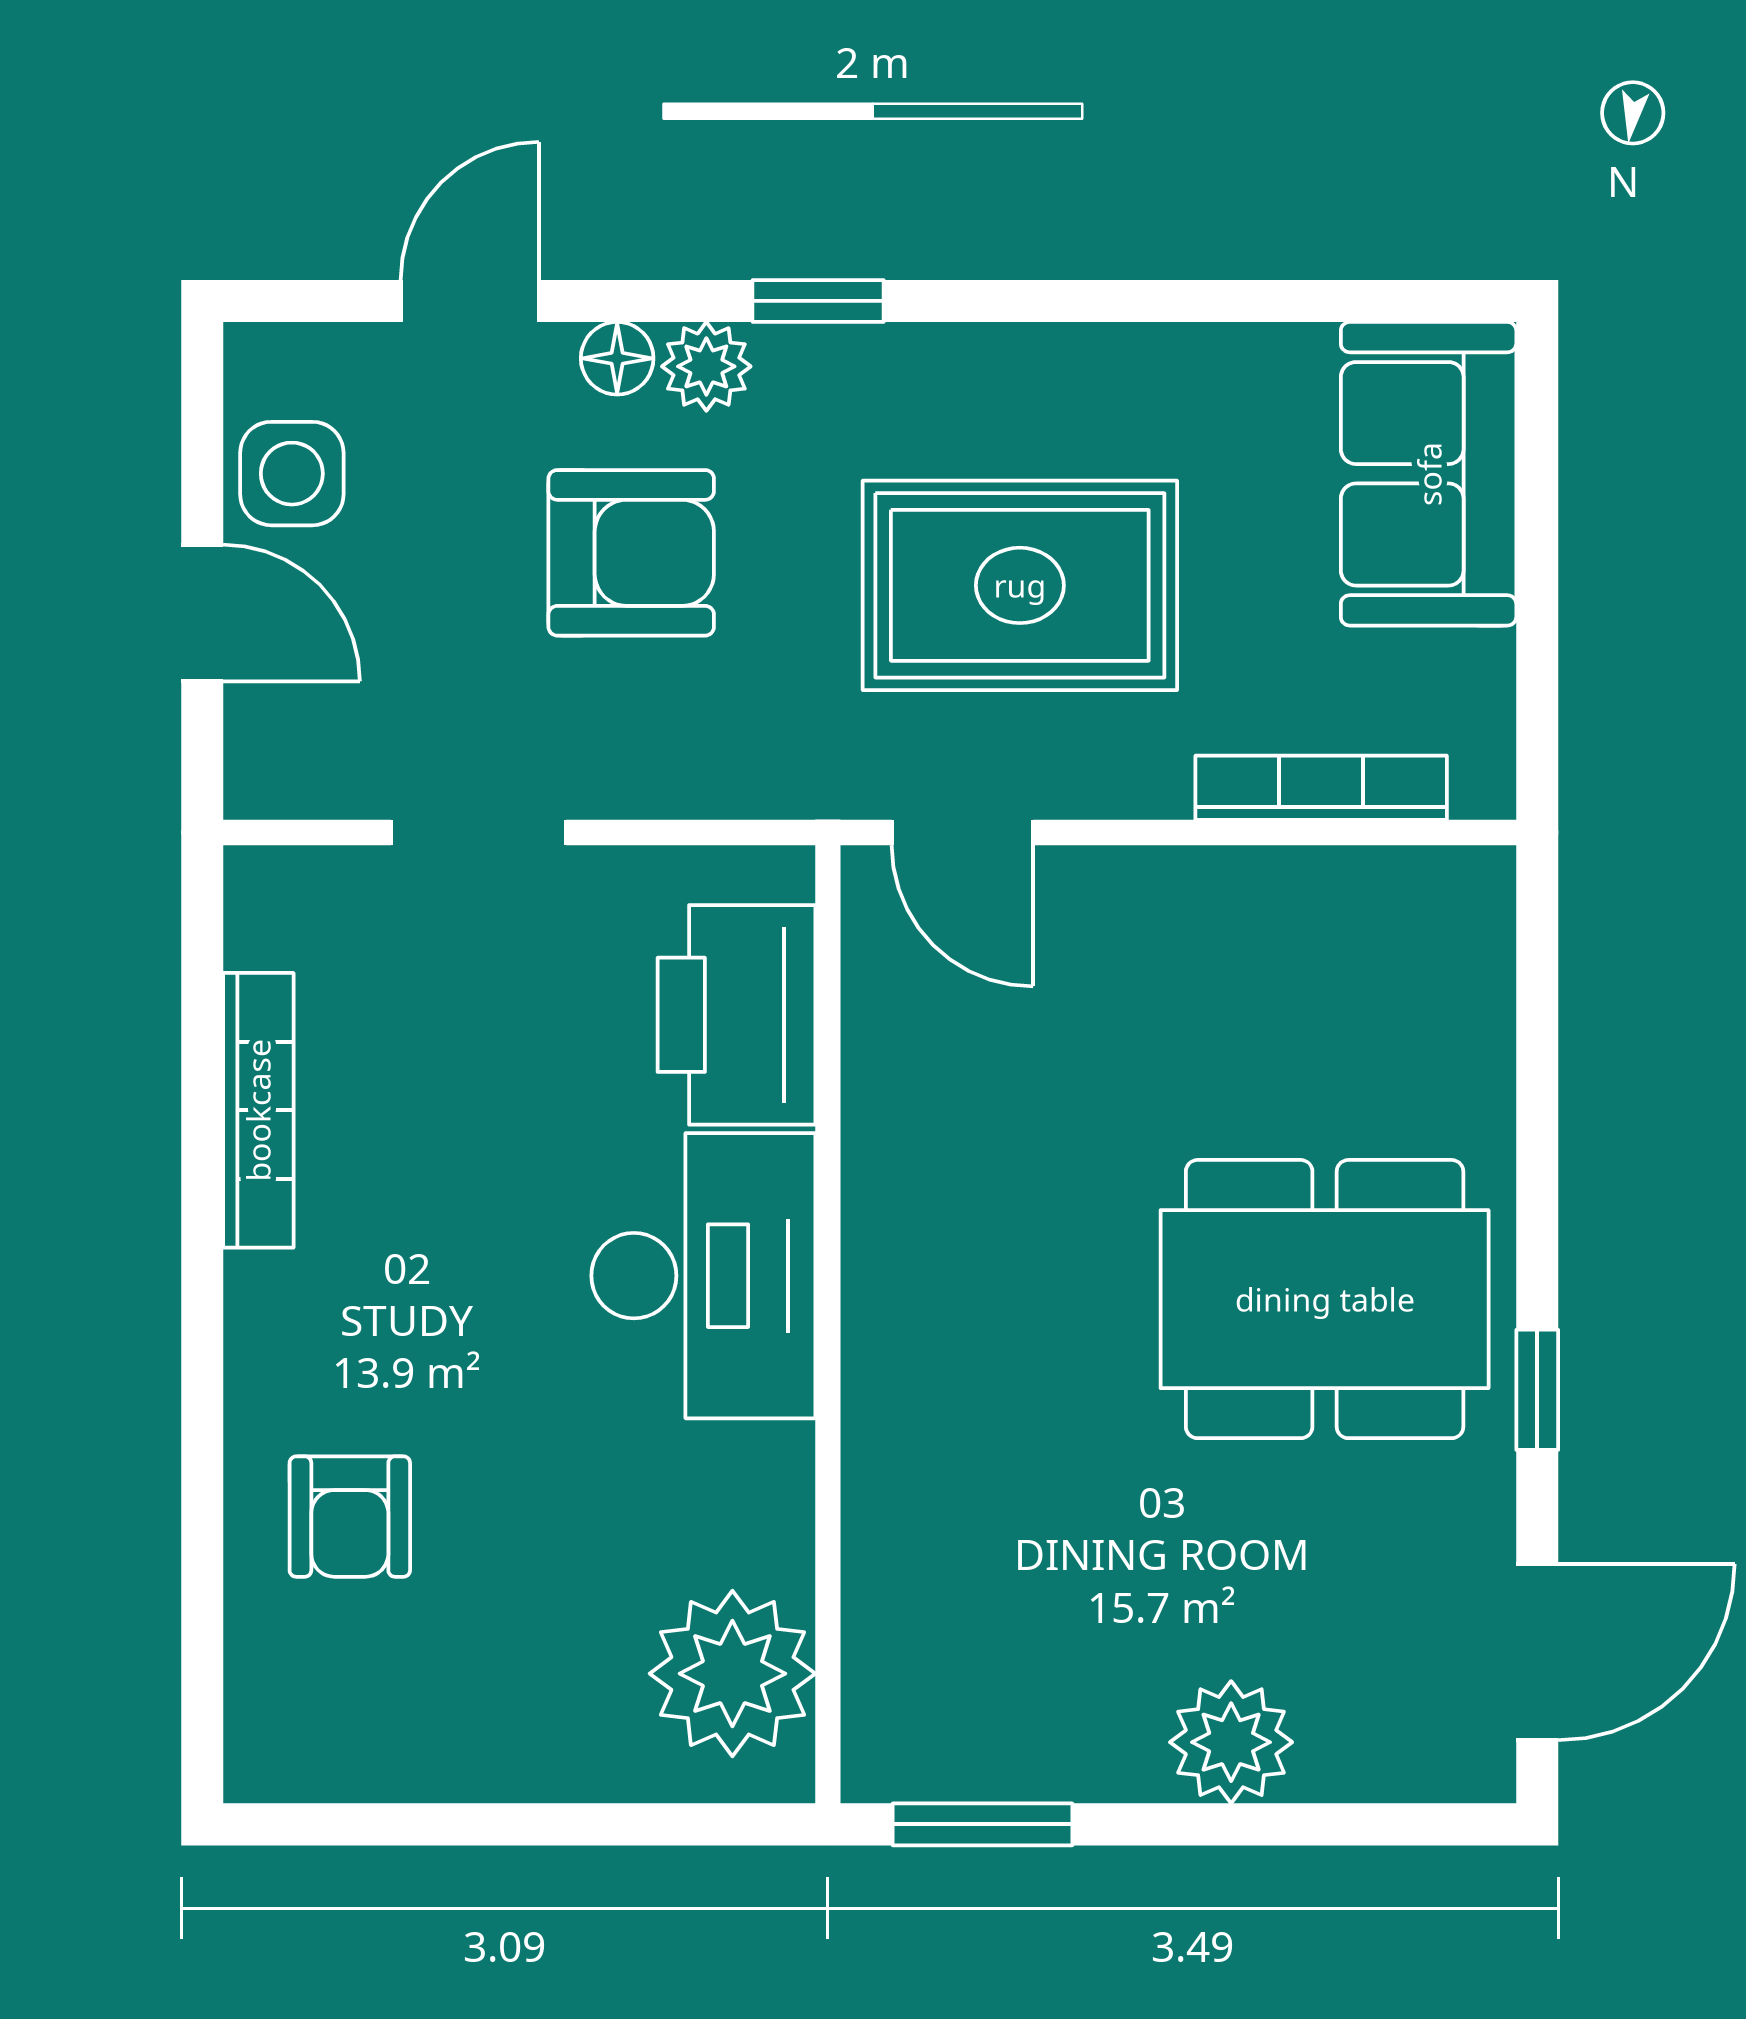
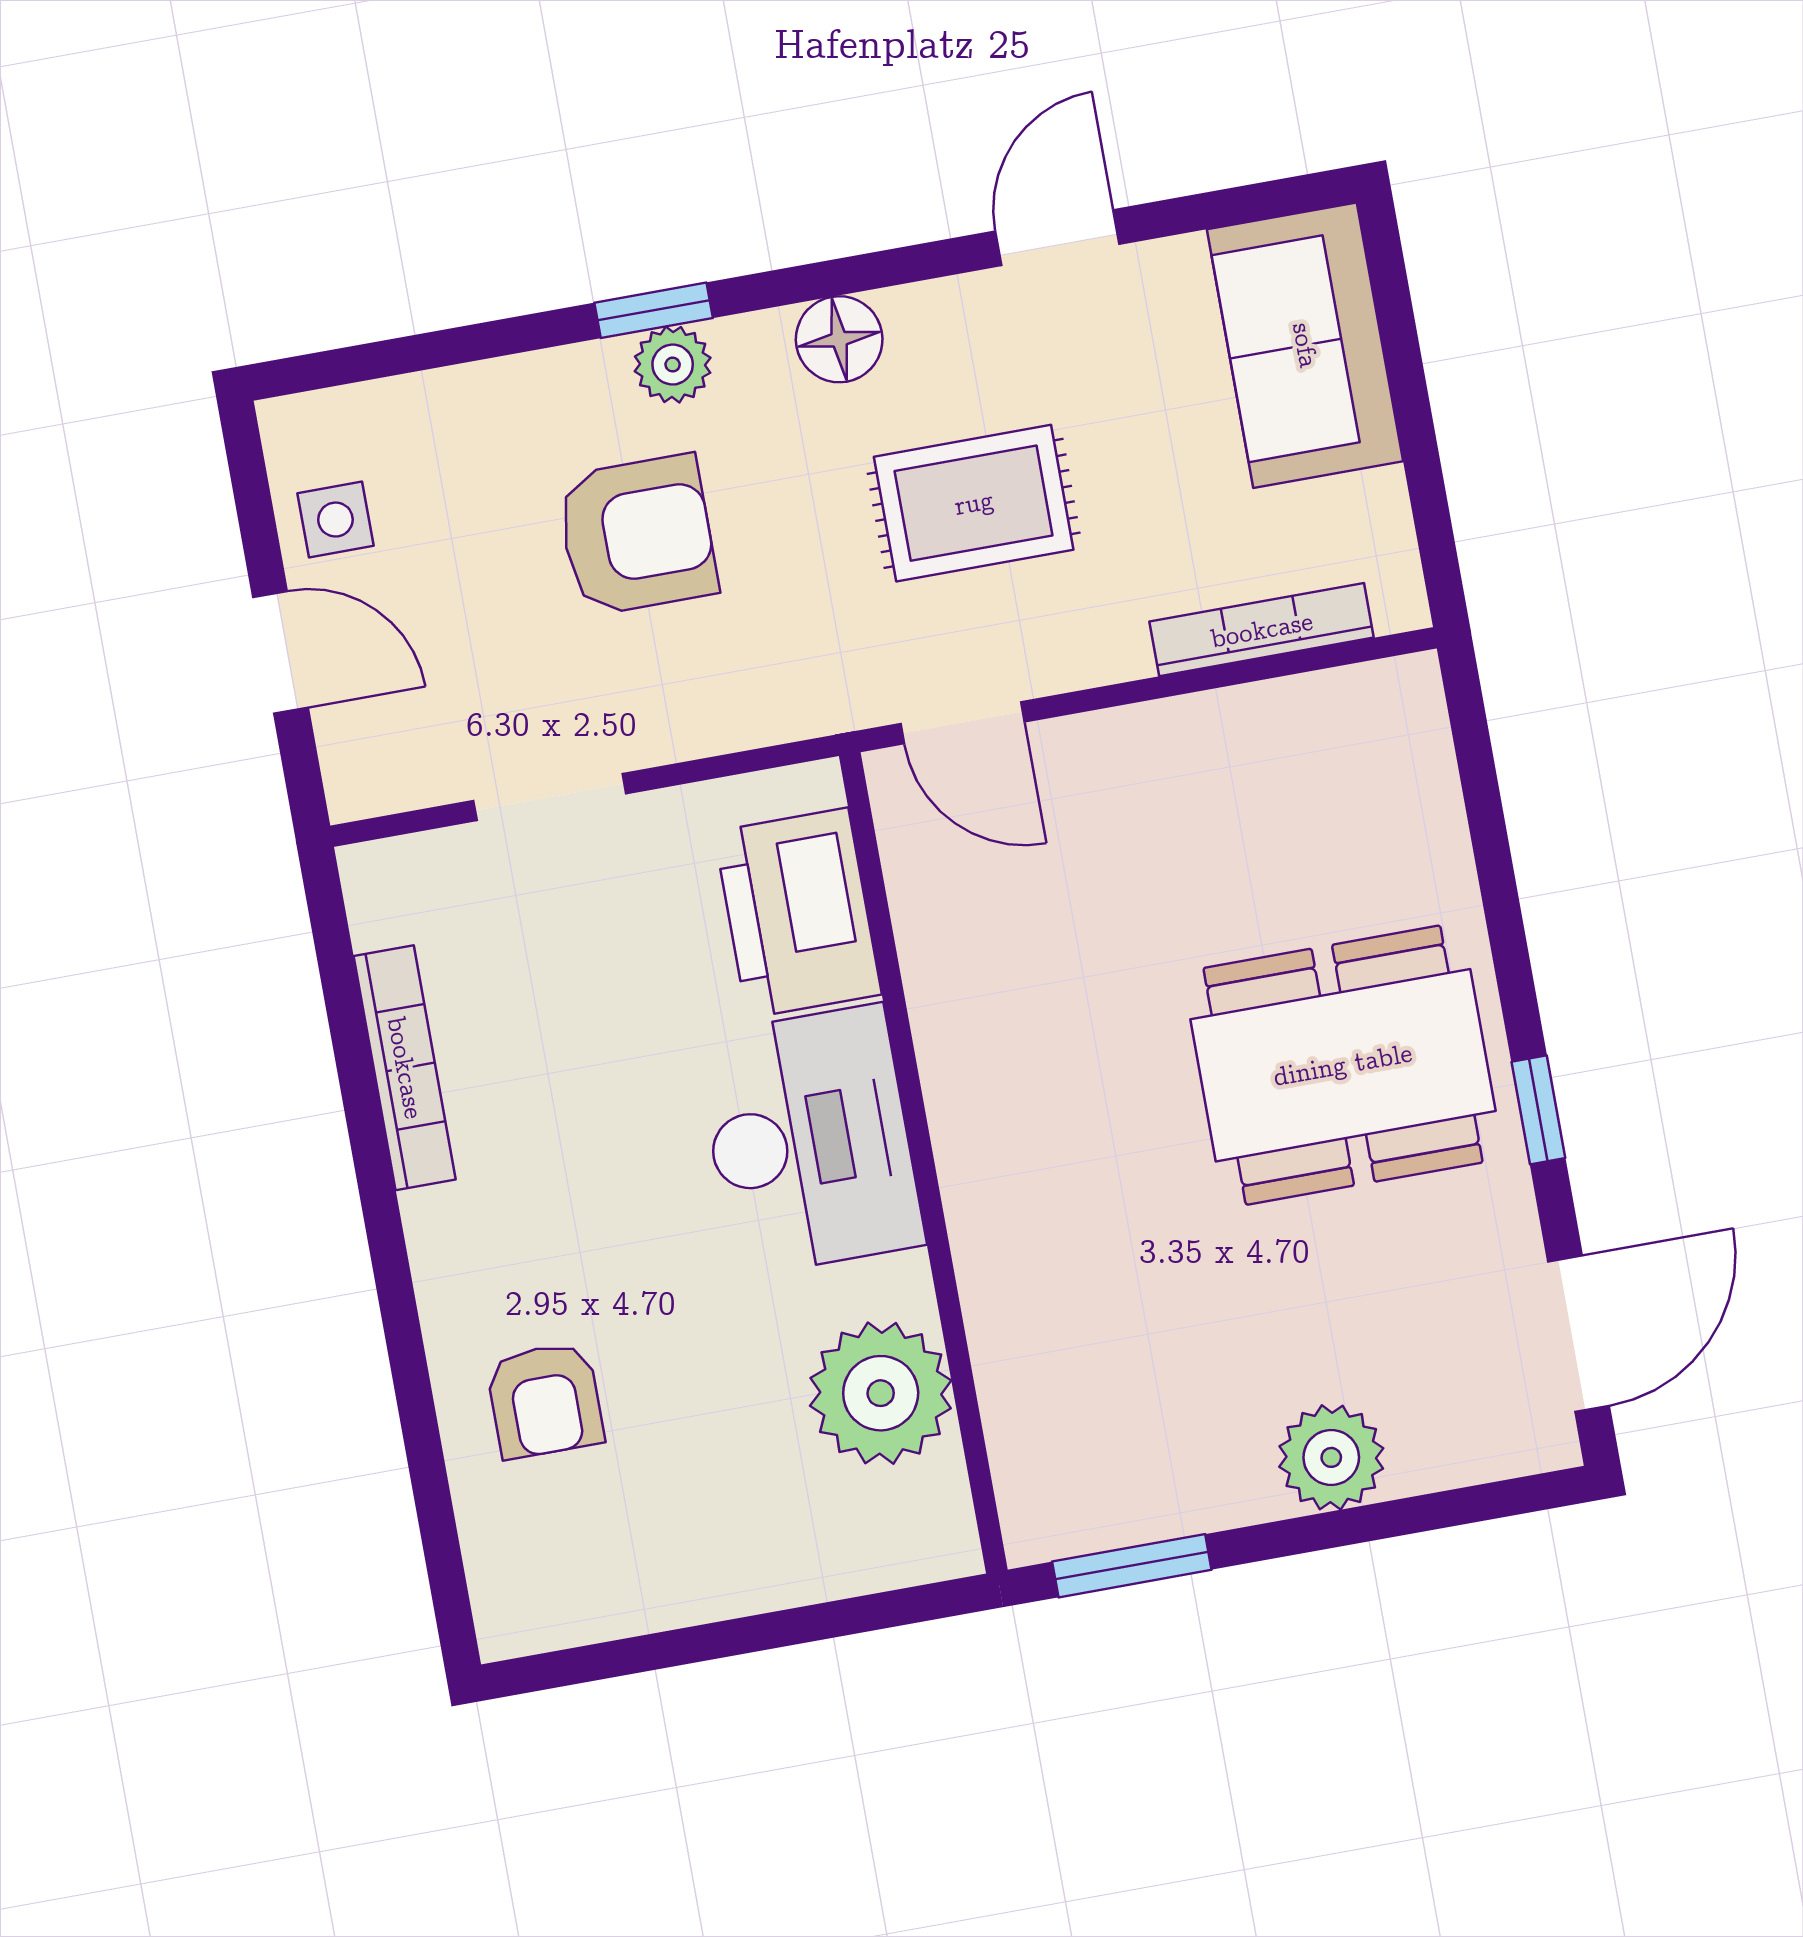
door: (470, 301) -> (1057, 238), moved
window: (818, 301) -> (654, 310), moved
floor lamp: (617, 358) -> (839, 339), moved, width x1.37, depth x1.37
side table: (292, 474) -> (335, 520), width x0.73, depth x0.73
rug: (1020, 585) -> (974, 503), width x0.73, depth x0.70
plant: (732, 1674) -> (881, 1393), moved

